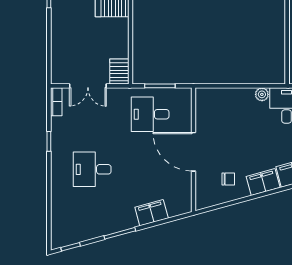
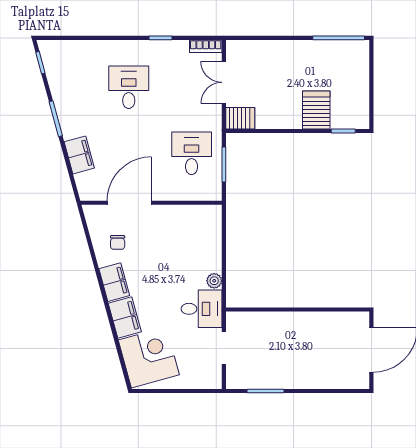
door: (193, 152) -> (129, 203), moved

